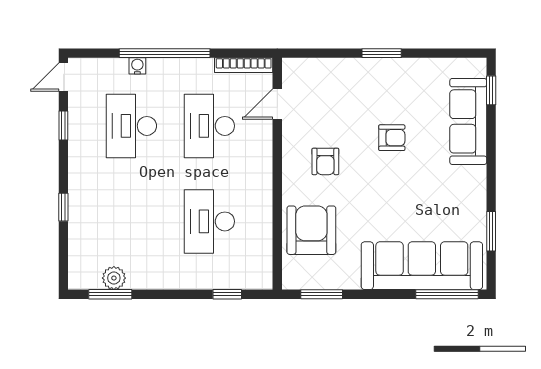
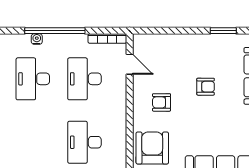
window: (382, 53) -> (223, 31), moved
door: (277, 104) -> (130, 64), swing flipped
armchair: (325, 161) -> (162, 102), turned 90

